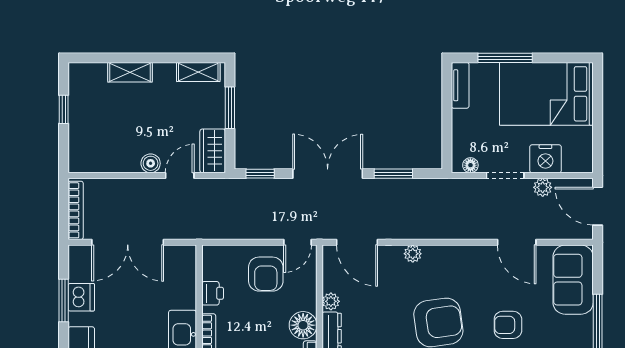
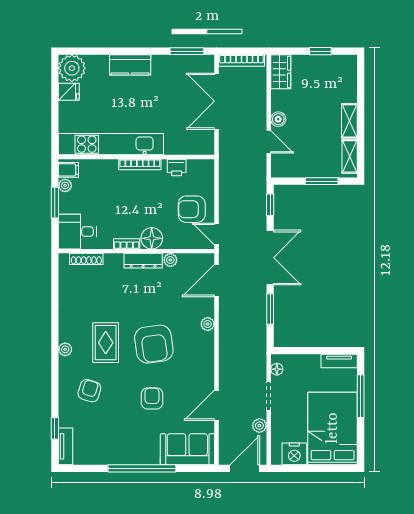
shelving: (130, 72) -> (349, 121), moved
wardrobe: (213, 151) -> (281, 72), moved, turned 90
nightstand: (545, 159) -> (294, 454), moved, turned -90
dishwasher: (81, 297) -> (174, 65), removed
window: (64, 300) -> (187, 51), moved

